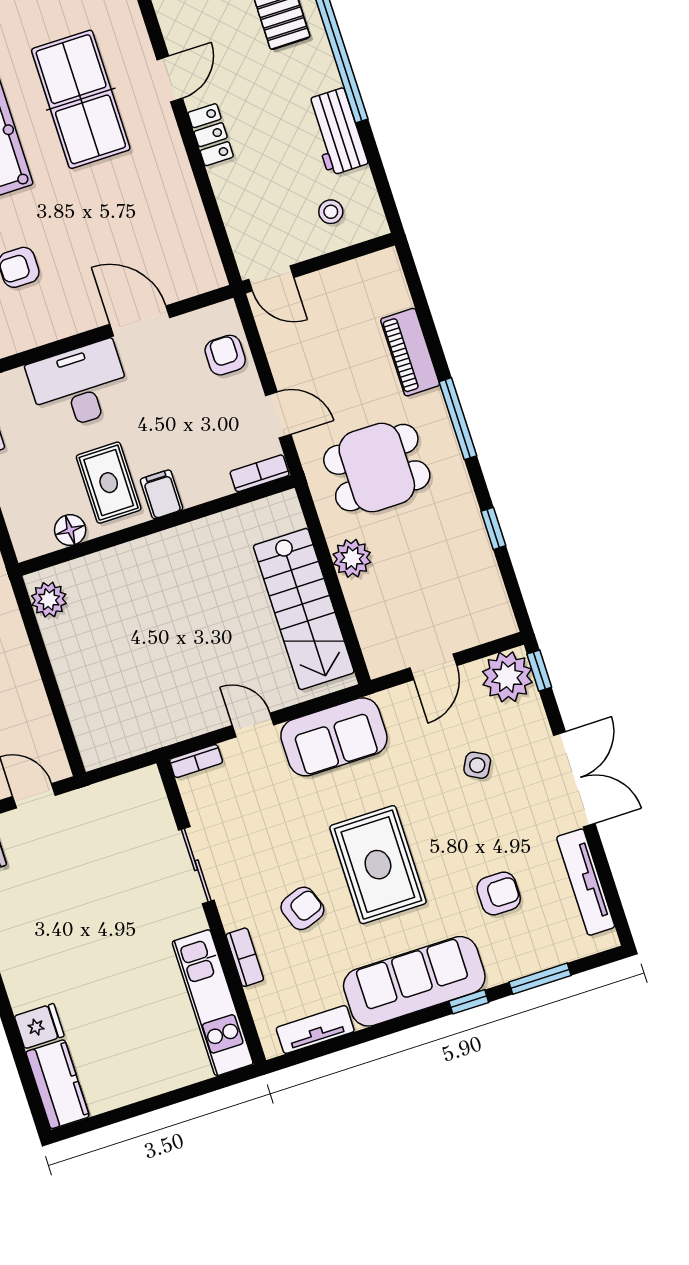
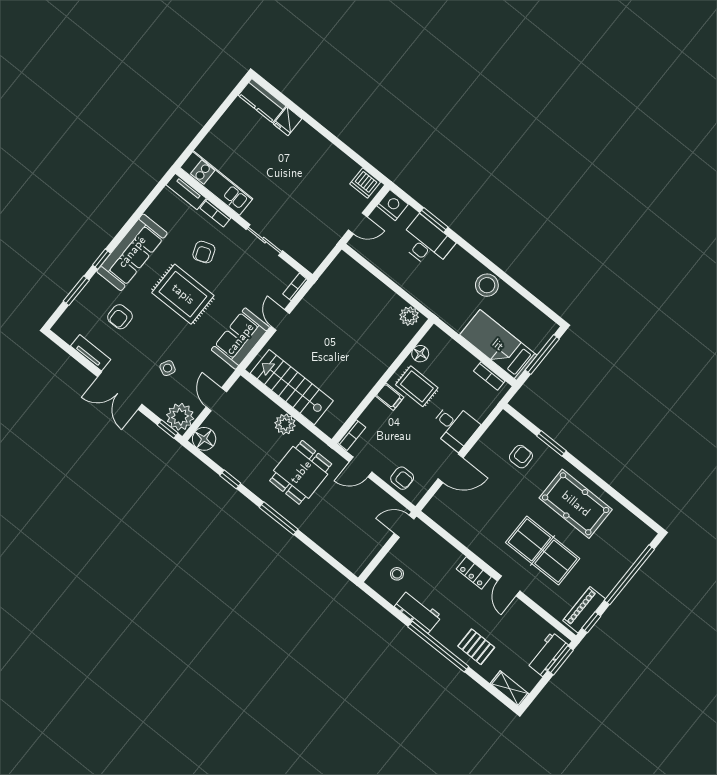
piano: (410, 352) -> (320, 534), removed
desk: (79, 386) -> (455, 426), width x0.73
floor lamp: (493, 618) -> (204, 439), added
door: (253, 725) -> (280, 320), swing flipped
tv unit: (586, 882) -> (91, 353), width x0.71
tv unit: (315, 1030) -> (186, 191), moved, turned 90

